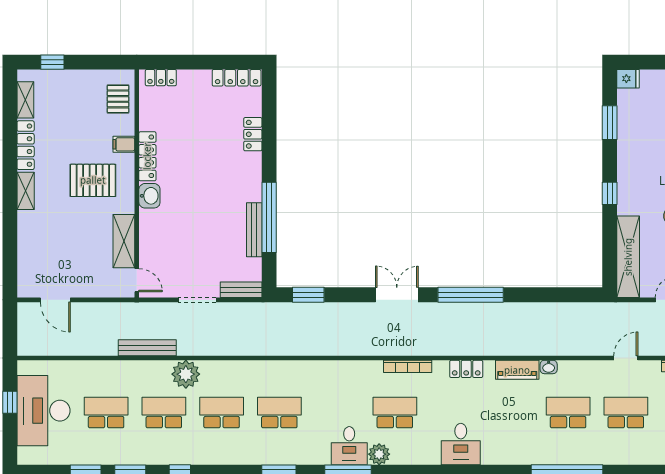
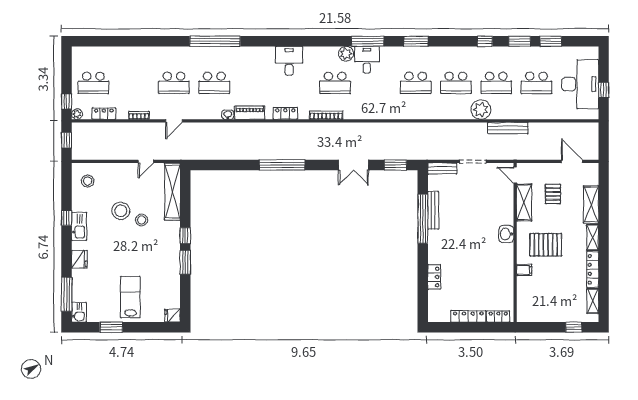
locker: (237, 78) -> (468, 316), moved
pallet: (118, 99) -> (553, 194), moved
window: (610, 123) -> (185, 262), moved
locker: (147, 156) -> (508, 262), removed
shelving: (28, 238) -> (591, 205), added
double door: (397, 295) -> (353, 165), moved

